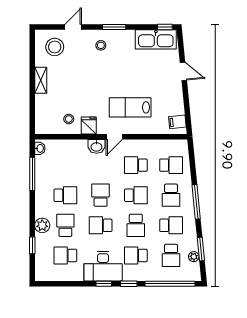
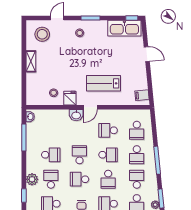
school desk: (171, 165) -> (137, 130), turned 90
school desk: (171, 225) -> (137, 179), turned -90

